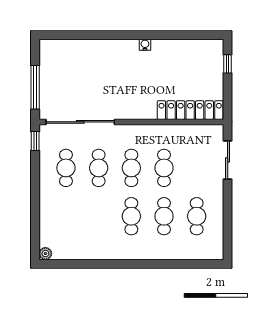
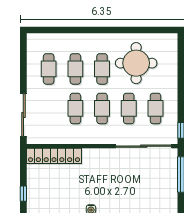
sliding door: (228, 160) -> (23, 115), width x1.37
round table: (90, 223) -> (136, 63), added
plant: (45, 254) -> (172, 38), removed

